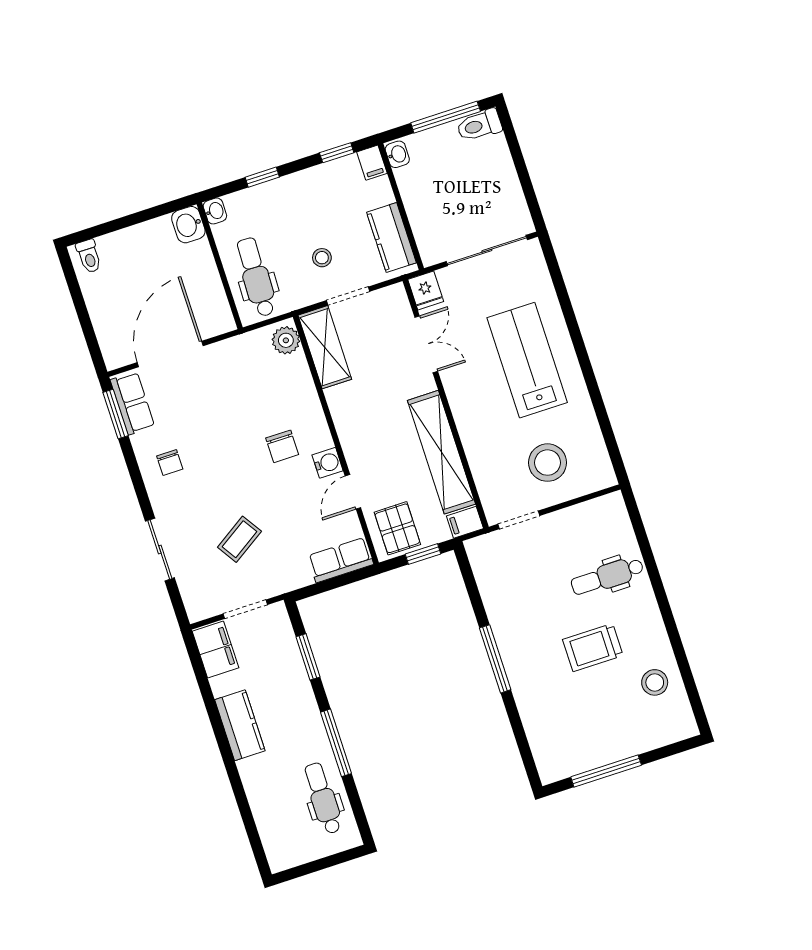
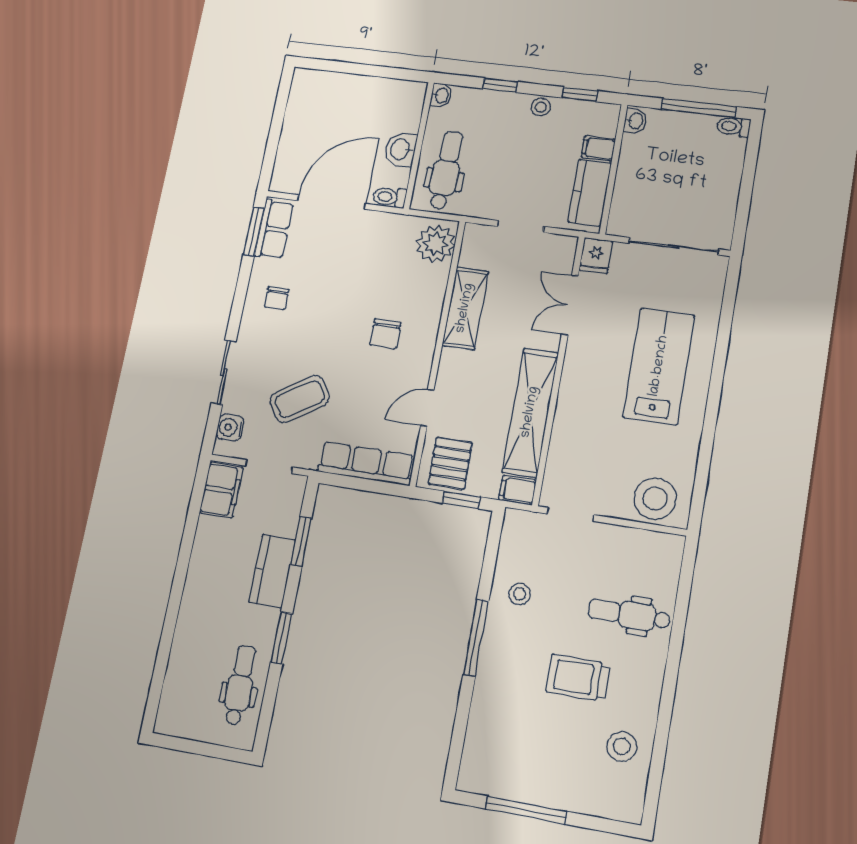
toilet: (479, 125) -> (734, 127), width x0.73, depth x0.72
filing cabinet: (372, 163) -> (598, 148), moved, turned 90
washbasin: (188, 225) -> (401, 149), moved
toilet: (89, 256) -> (390, 197), moved, turned 90
stool: (322, 258) -> (541, 107), moved
plant: (286, 340) -> (436, 244), width x1.36, depth x1.36
double door: (426, 344) -> (570, 305), swing flipped
shelving: (325, 347) -> (465, 308), moved
water cooler: (328, 463) -> (230, 427), moved, turned 180
stool: (547, 463) -> (655, 498), moved
coffee table: (239, 539) -> (300, 399), width x1.36, depth x1.30
row of seats: (341, 560) -> (366, 464), width x1.48
stool: (512, 605) -> (520, 594), added
kitchen counter: (240, 725) -> (272, 571), moved, turned 180
window: (336, 743) -> (282, 638), width x0.69

